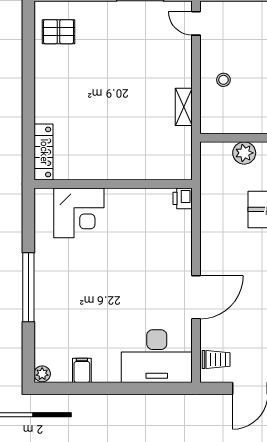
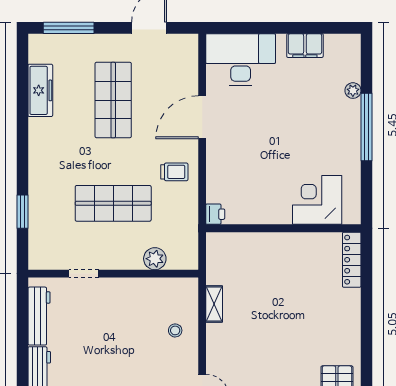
trolley: (216, 359) -> (174, 172), moved, turned 180
filing cabinet: (82, 370) -> (305, 46), width x2.00
plant: (42, 374) -> (353, 91), moved

